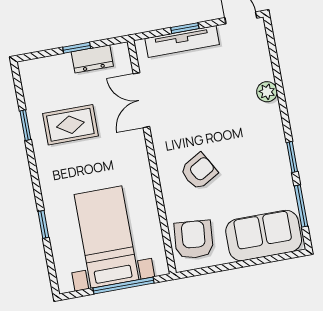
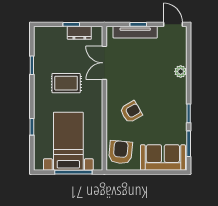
rug: (70, 125) -> (66, 83), moved

